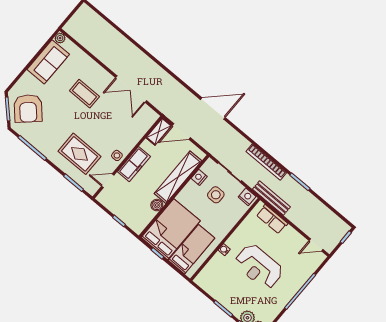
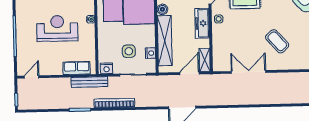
coffee table: (84, 94) -> (277, 41), turned 48

